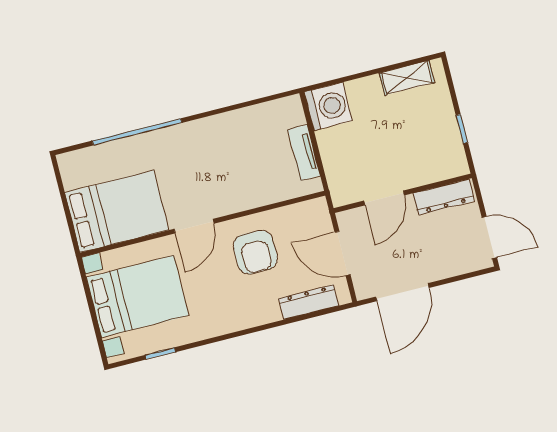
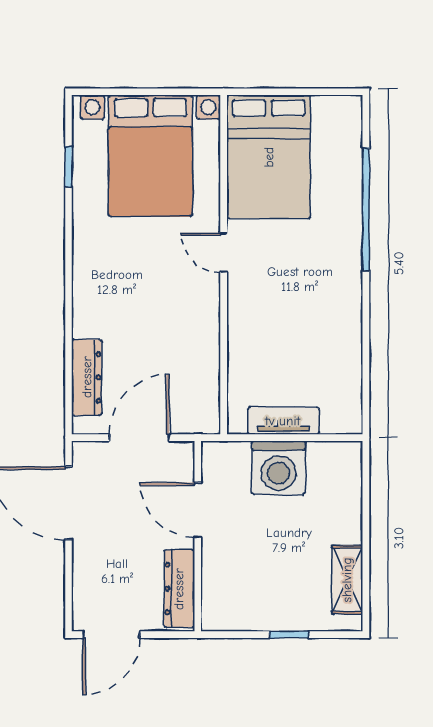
washing machine: (328, 106) -> (279, 468), moved
window: (462, 129) -> (289, 635), moved
door: (194, 226) -> (224, 253), width x0.73
armchair: (255, 252) -> (170, 324), removed

